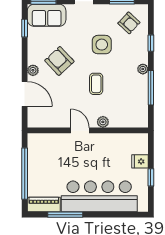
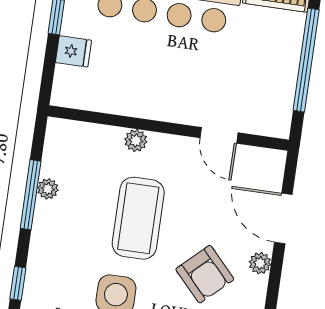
plant: (143, 69) -> (48, 189), moved
coffee table: (96, 84) -> (138, 218), width x1.86, depth x1.72
door: (80, 130) -> (219, 135), moved

